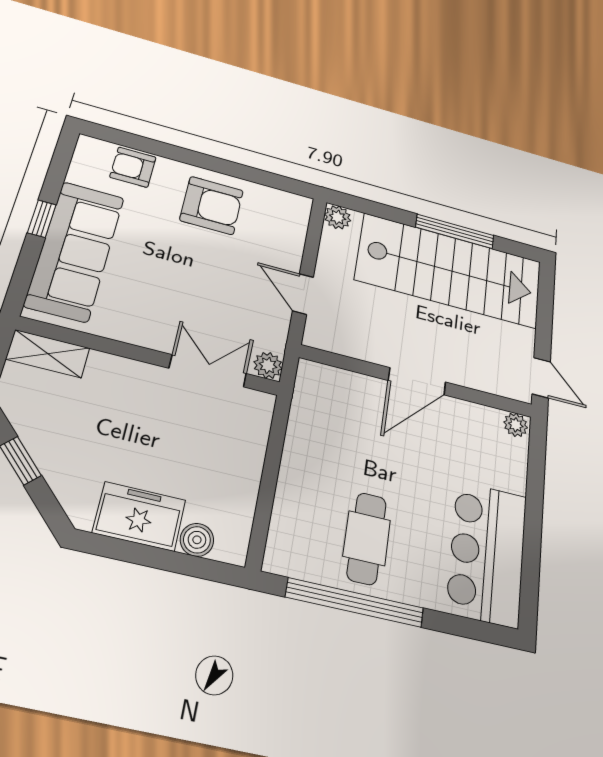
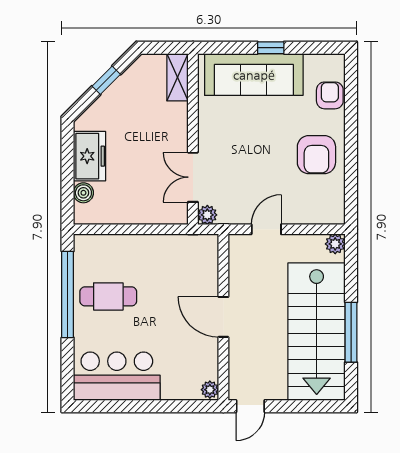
double door: (208, 371) -> (193, 177), swing flipped

